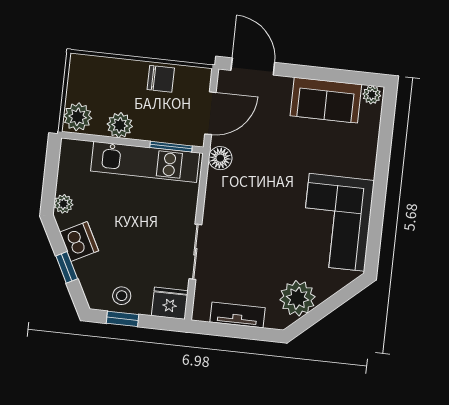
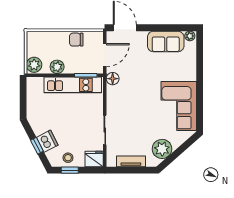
chair: (161, 79) -> (76, 40), turned 180
plant: (63, 204) -> (32, 112), removed
dishwasher: (79, 241) -> (47, 141), moved

